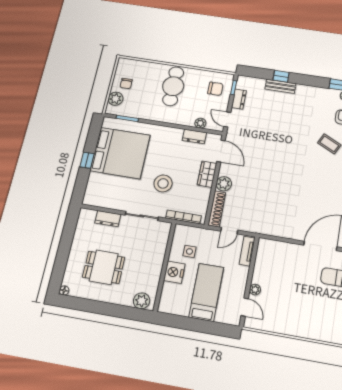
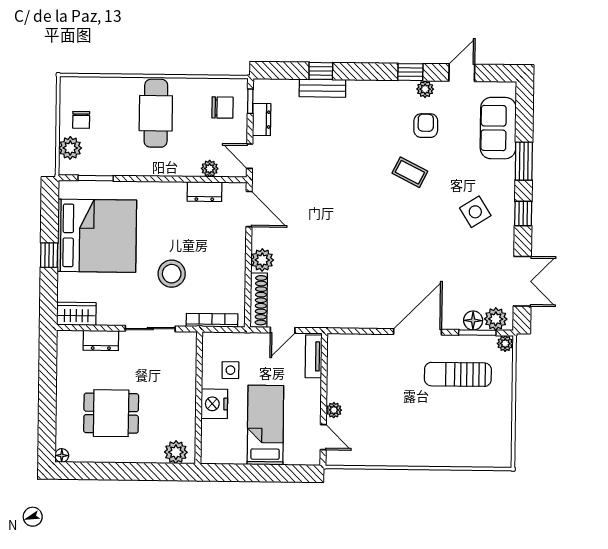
wardrobe: (207, 174) -> (76, 314), moved, turned 90

